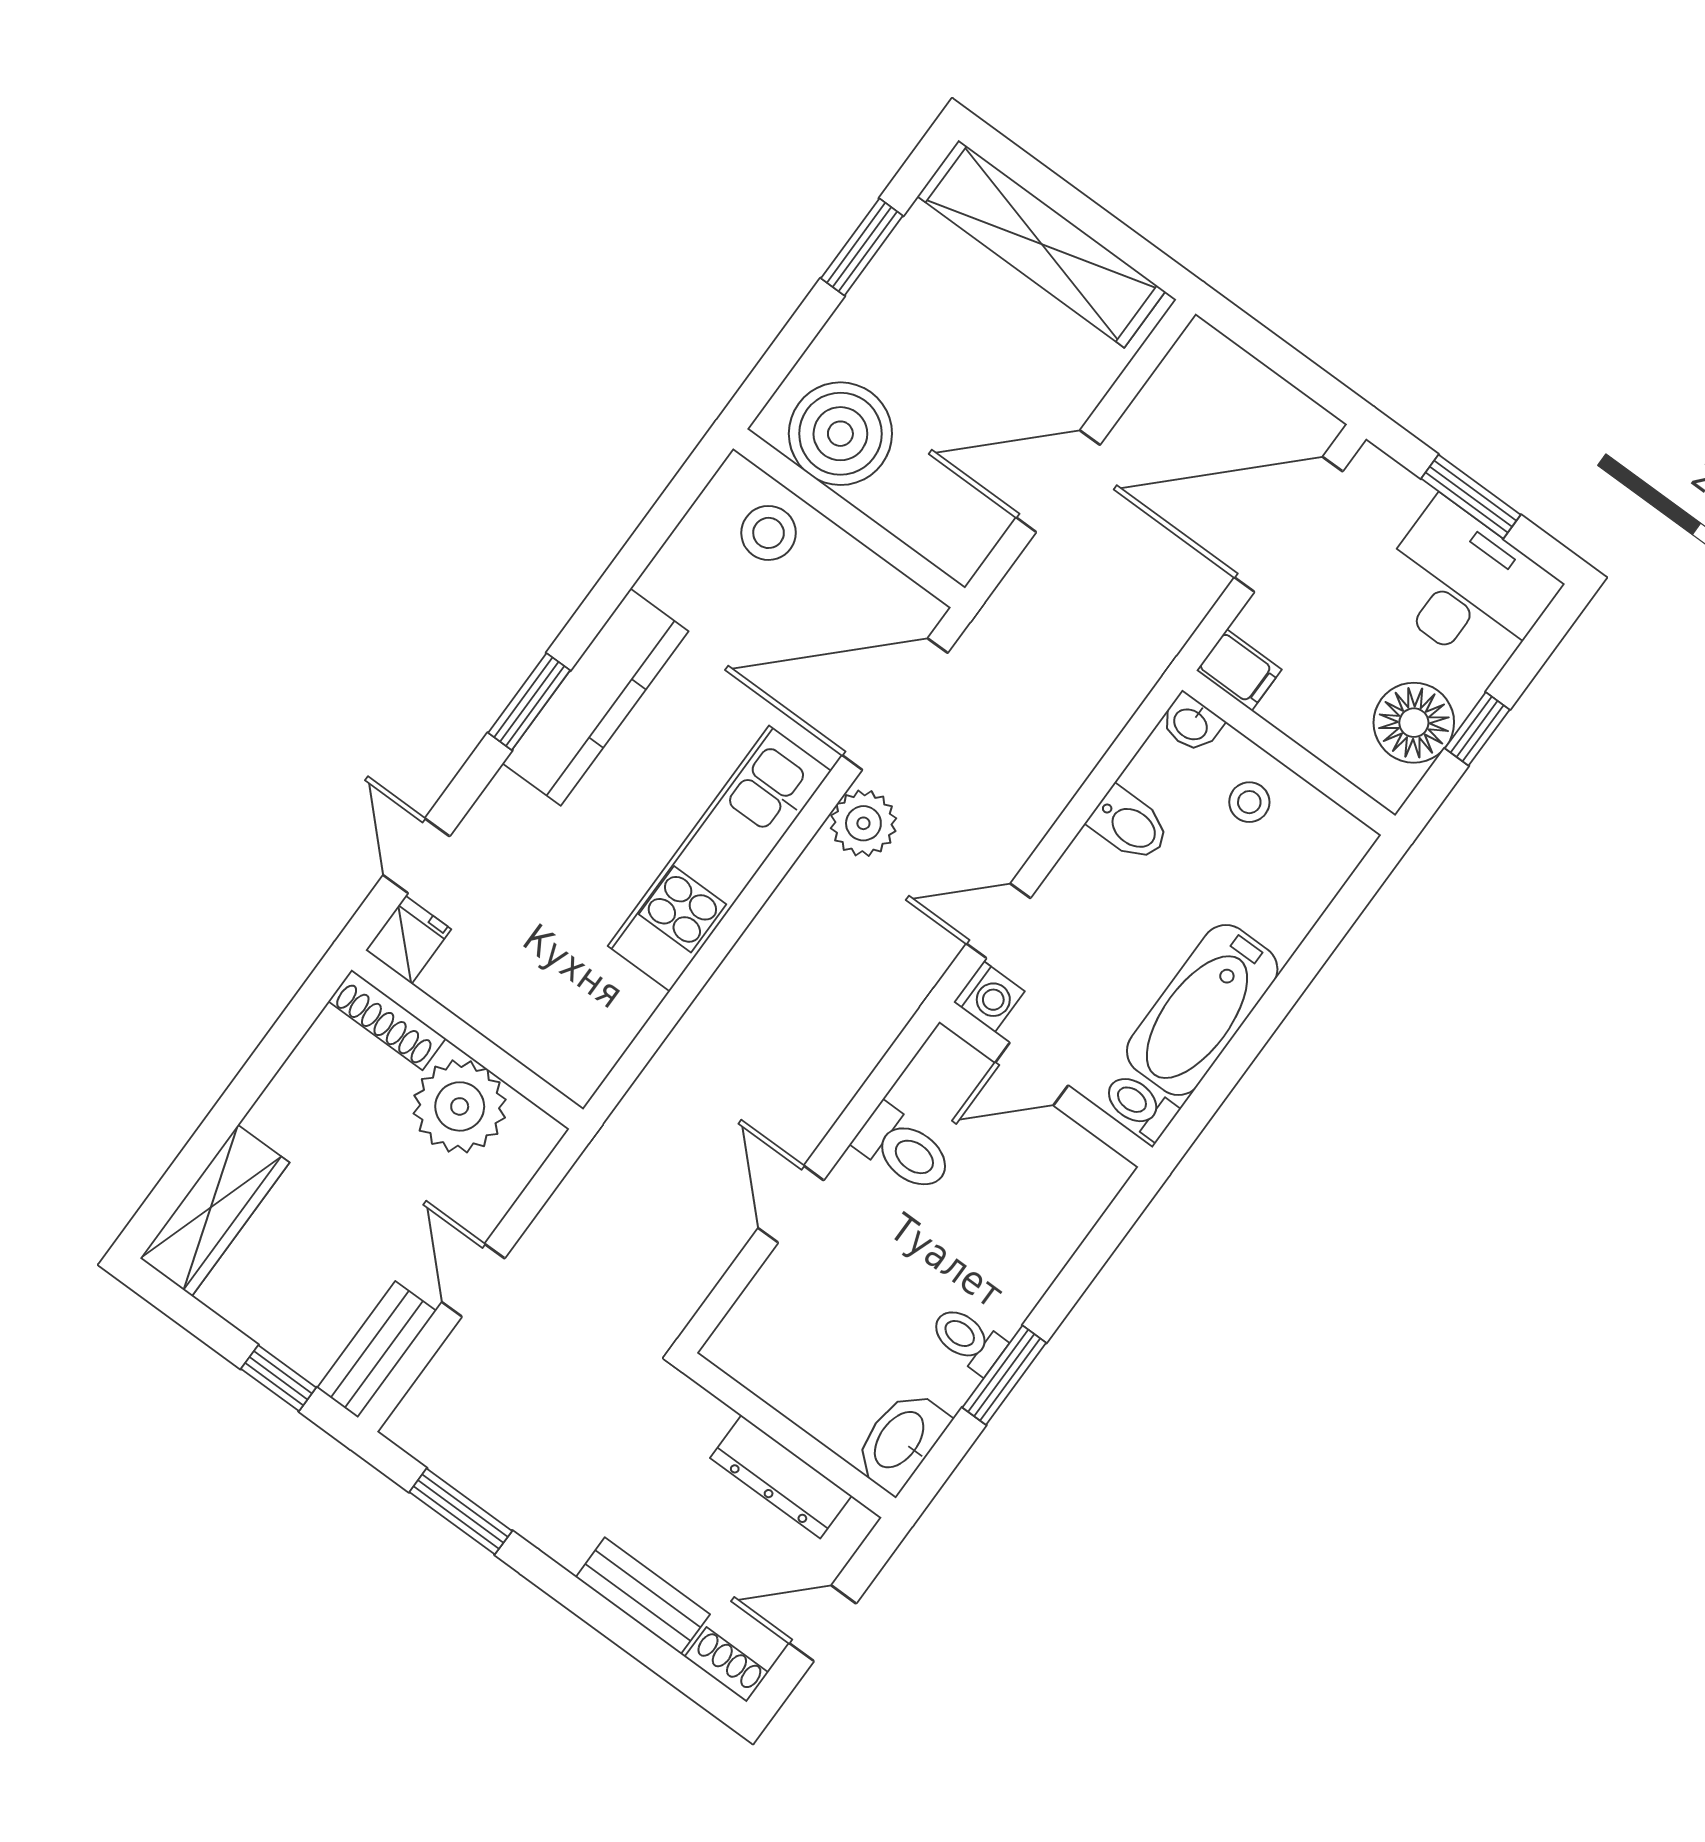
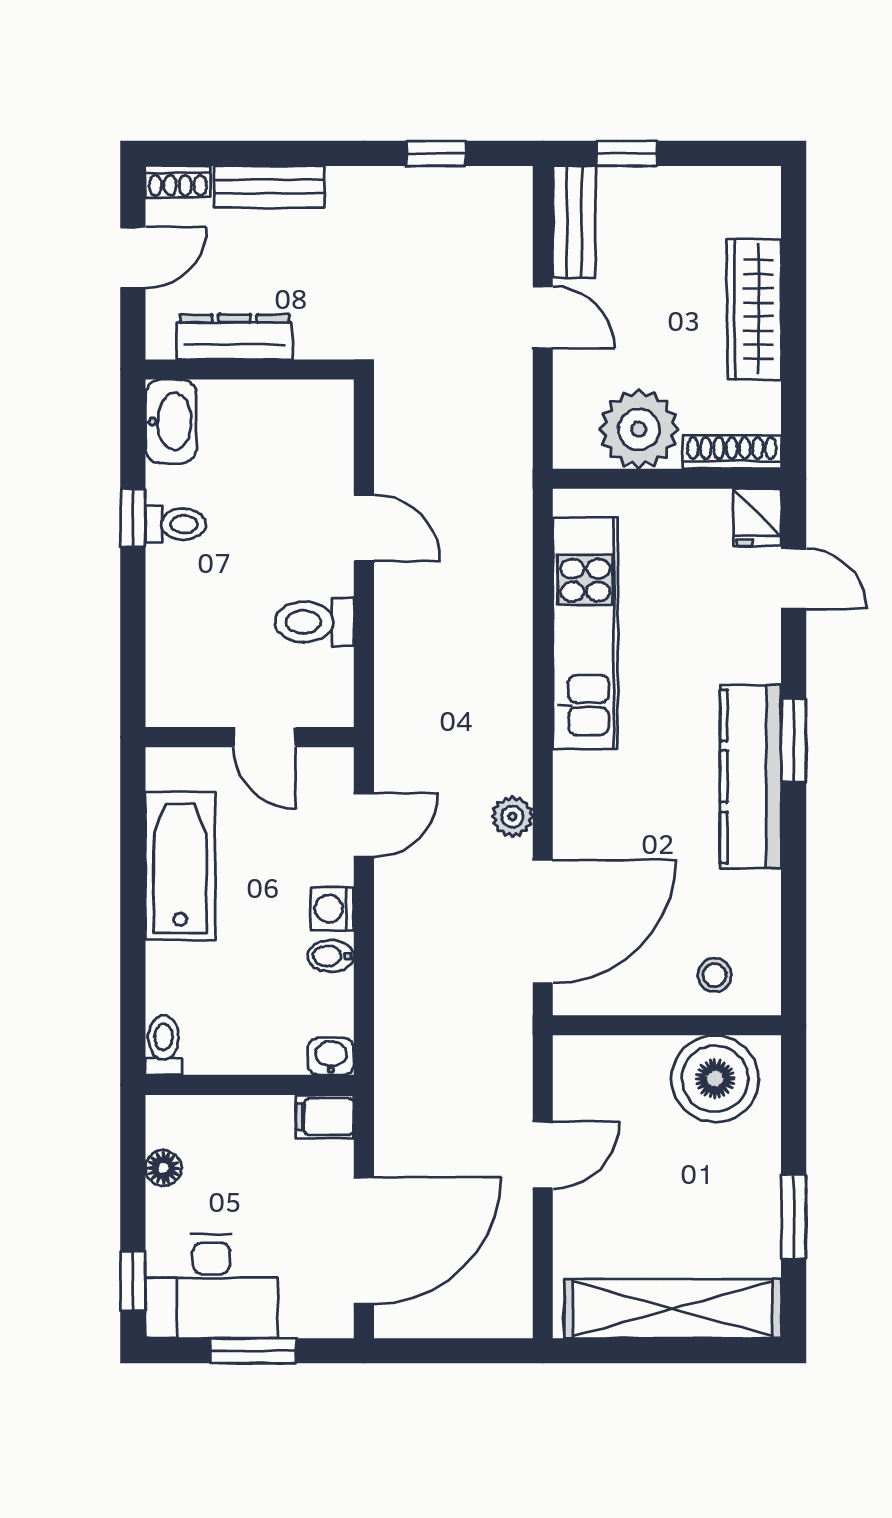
door: (1058, 481) -> (543, 1155), width x0.73
stool: (769, 533) -> (715, 975), width x0.73, depth x0.73
floor lamp: (1414, 723) -> (163, 1168), width x0.53, depth x0.53
window: (1477, 729) -> (133, 1281), moved
stool: (1249, 802) -> (252, 1032), removed
plant: (863, 823) -> (512, 817), width x0.73, depth x0.73
bidet: (1129, 825) -> (331, 956), width x0.72, depth x0.74
kitchen unit: (720, 859) -> (585, 633), moved
washing machine: (989, 997) -> (332, 909), moved
door: (1032, 1074) -> (265, 737), swing flipped
toilet: (1140, 1105) -> (164, 1045), moved, turned -90
wardrobe: (215, 1210) -> (754, 309), moved
window: (1004, 1375) -> (133, 518), width x0.67
window: (461, 1511) -> (436, 153), width x0.67

